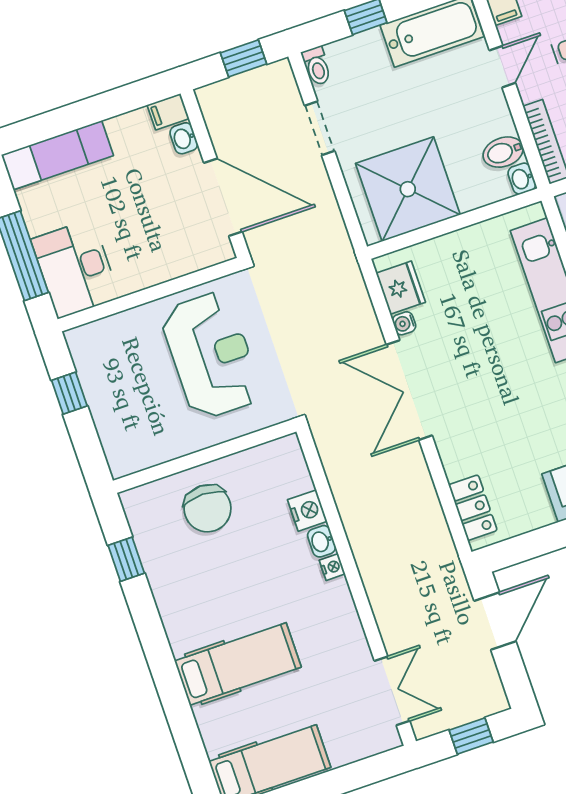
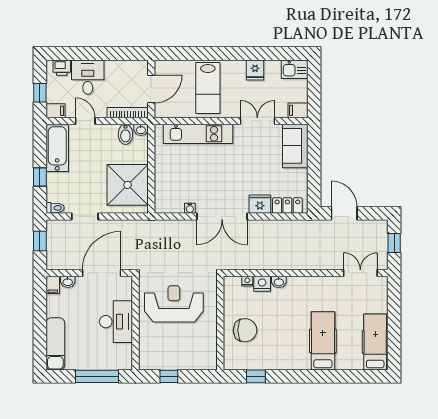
desk: (75, 269) -> (116, 322), moved, turned -90
fridge: (401, 288) -> (260, 204), moved
nightstand: (332, 567) -> (247, 281), moved

